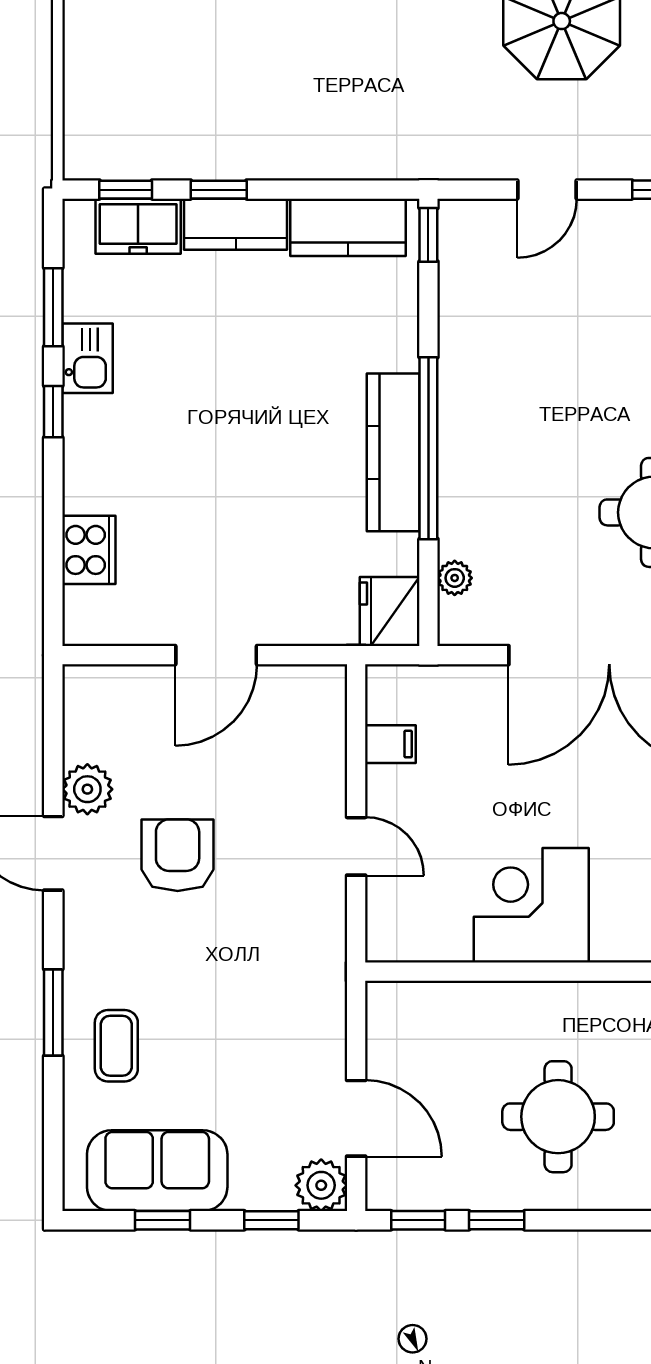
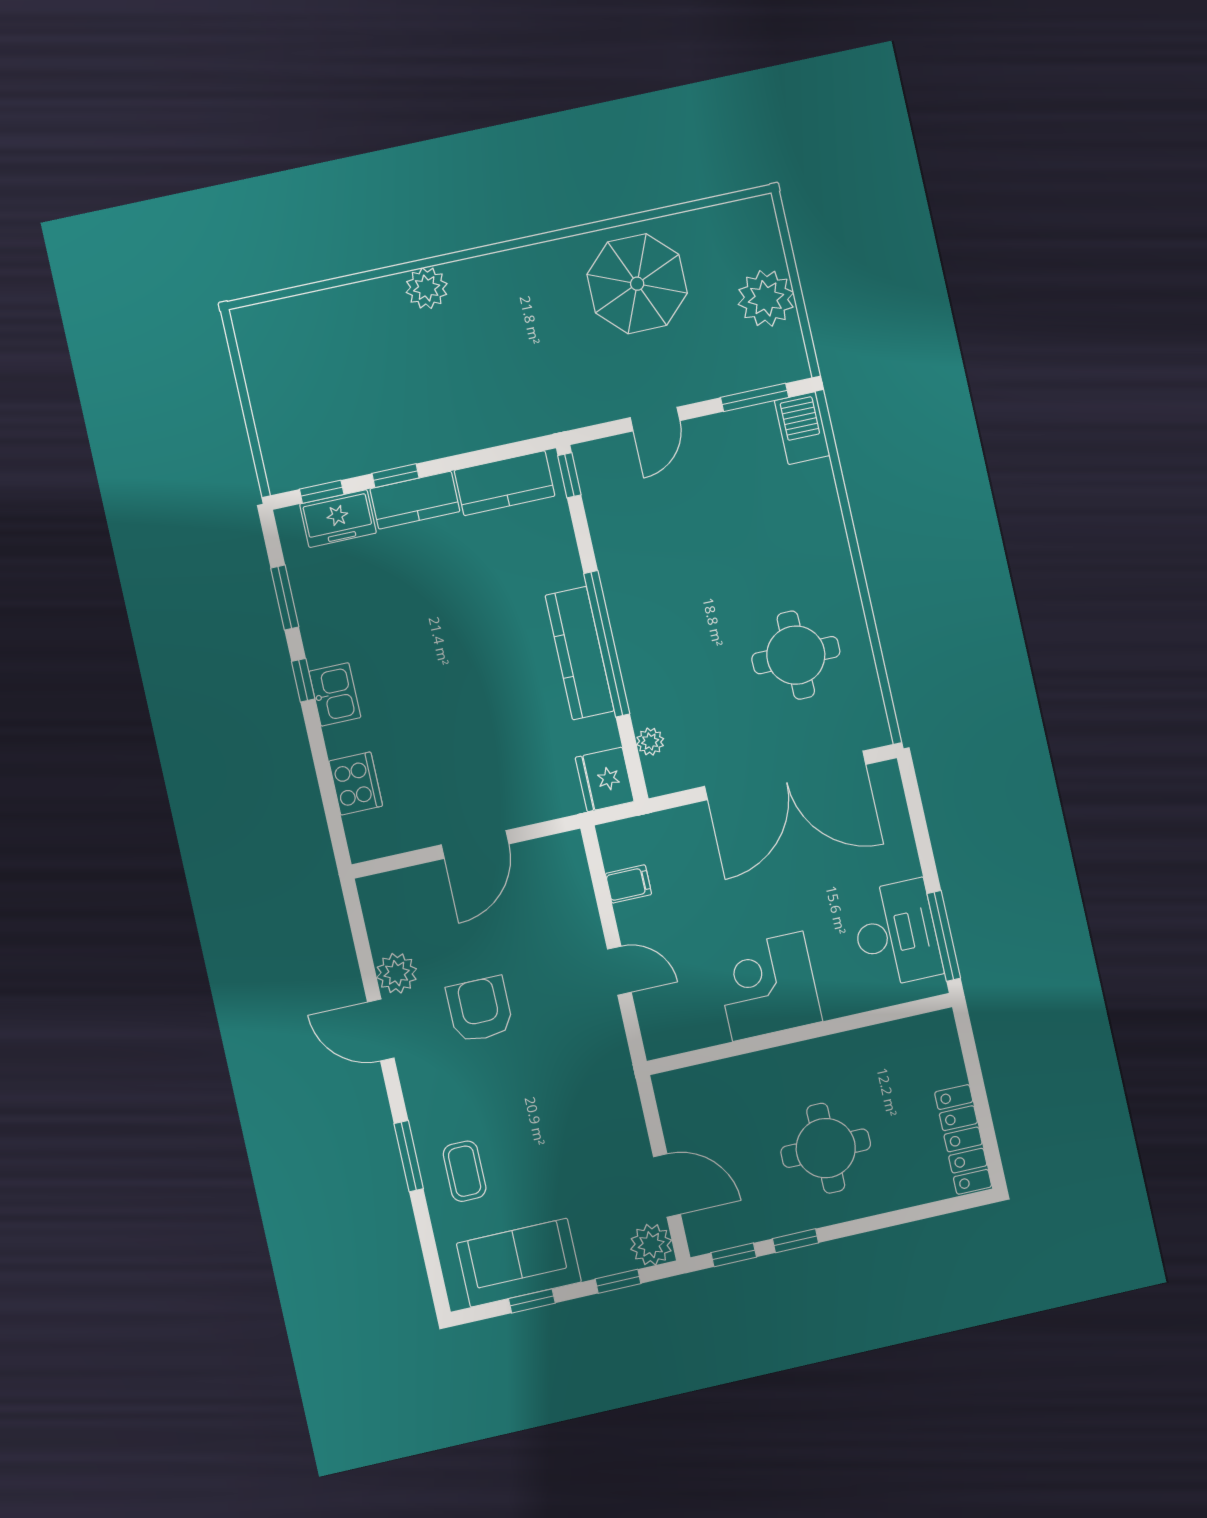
kitchen sink: (88, 358) -> (335, 694), moved

